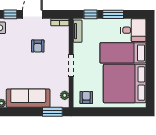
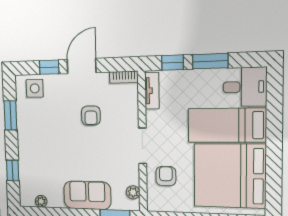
armchair: (86, 97) -> (166, 176), moved
sofa: (28, 98) -> (87, 195), width x0.73

